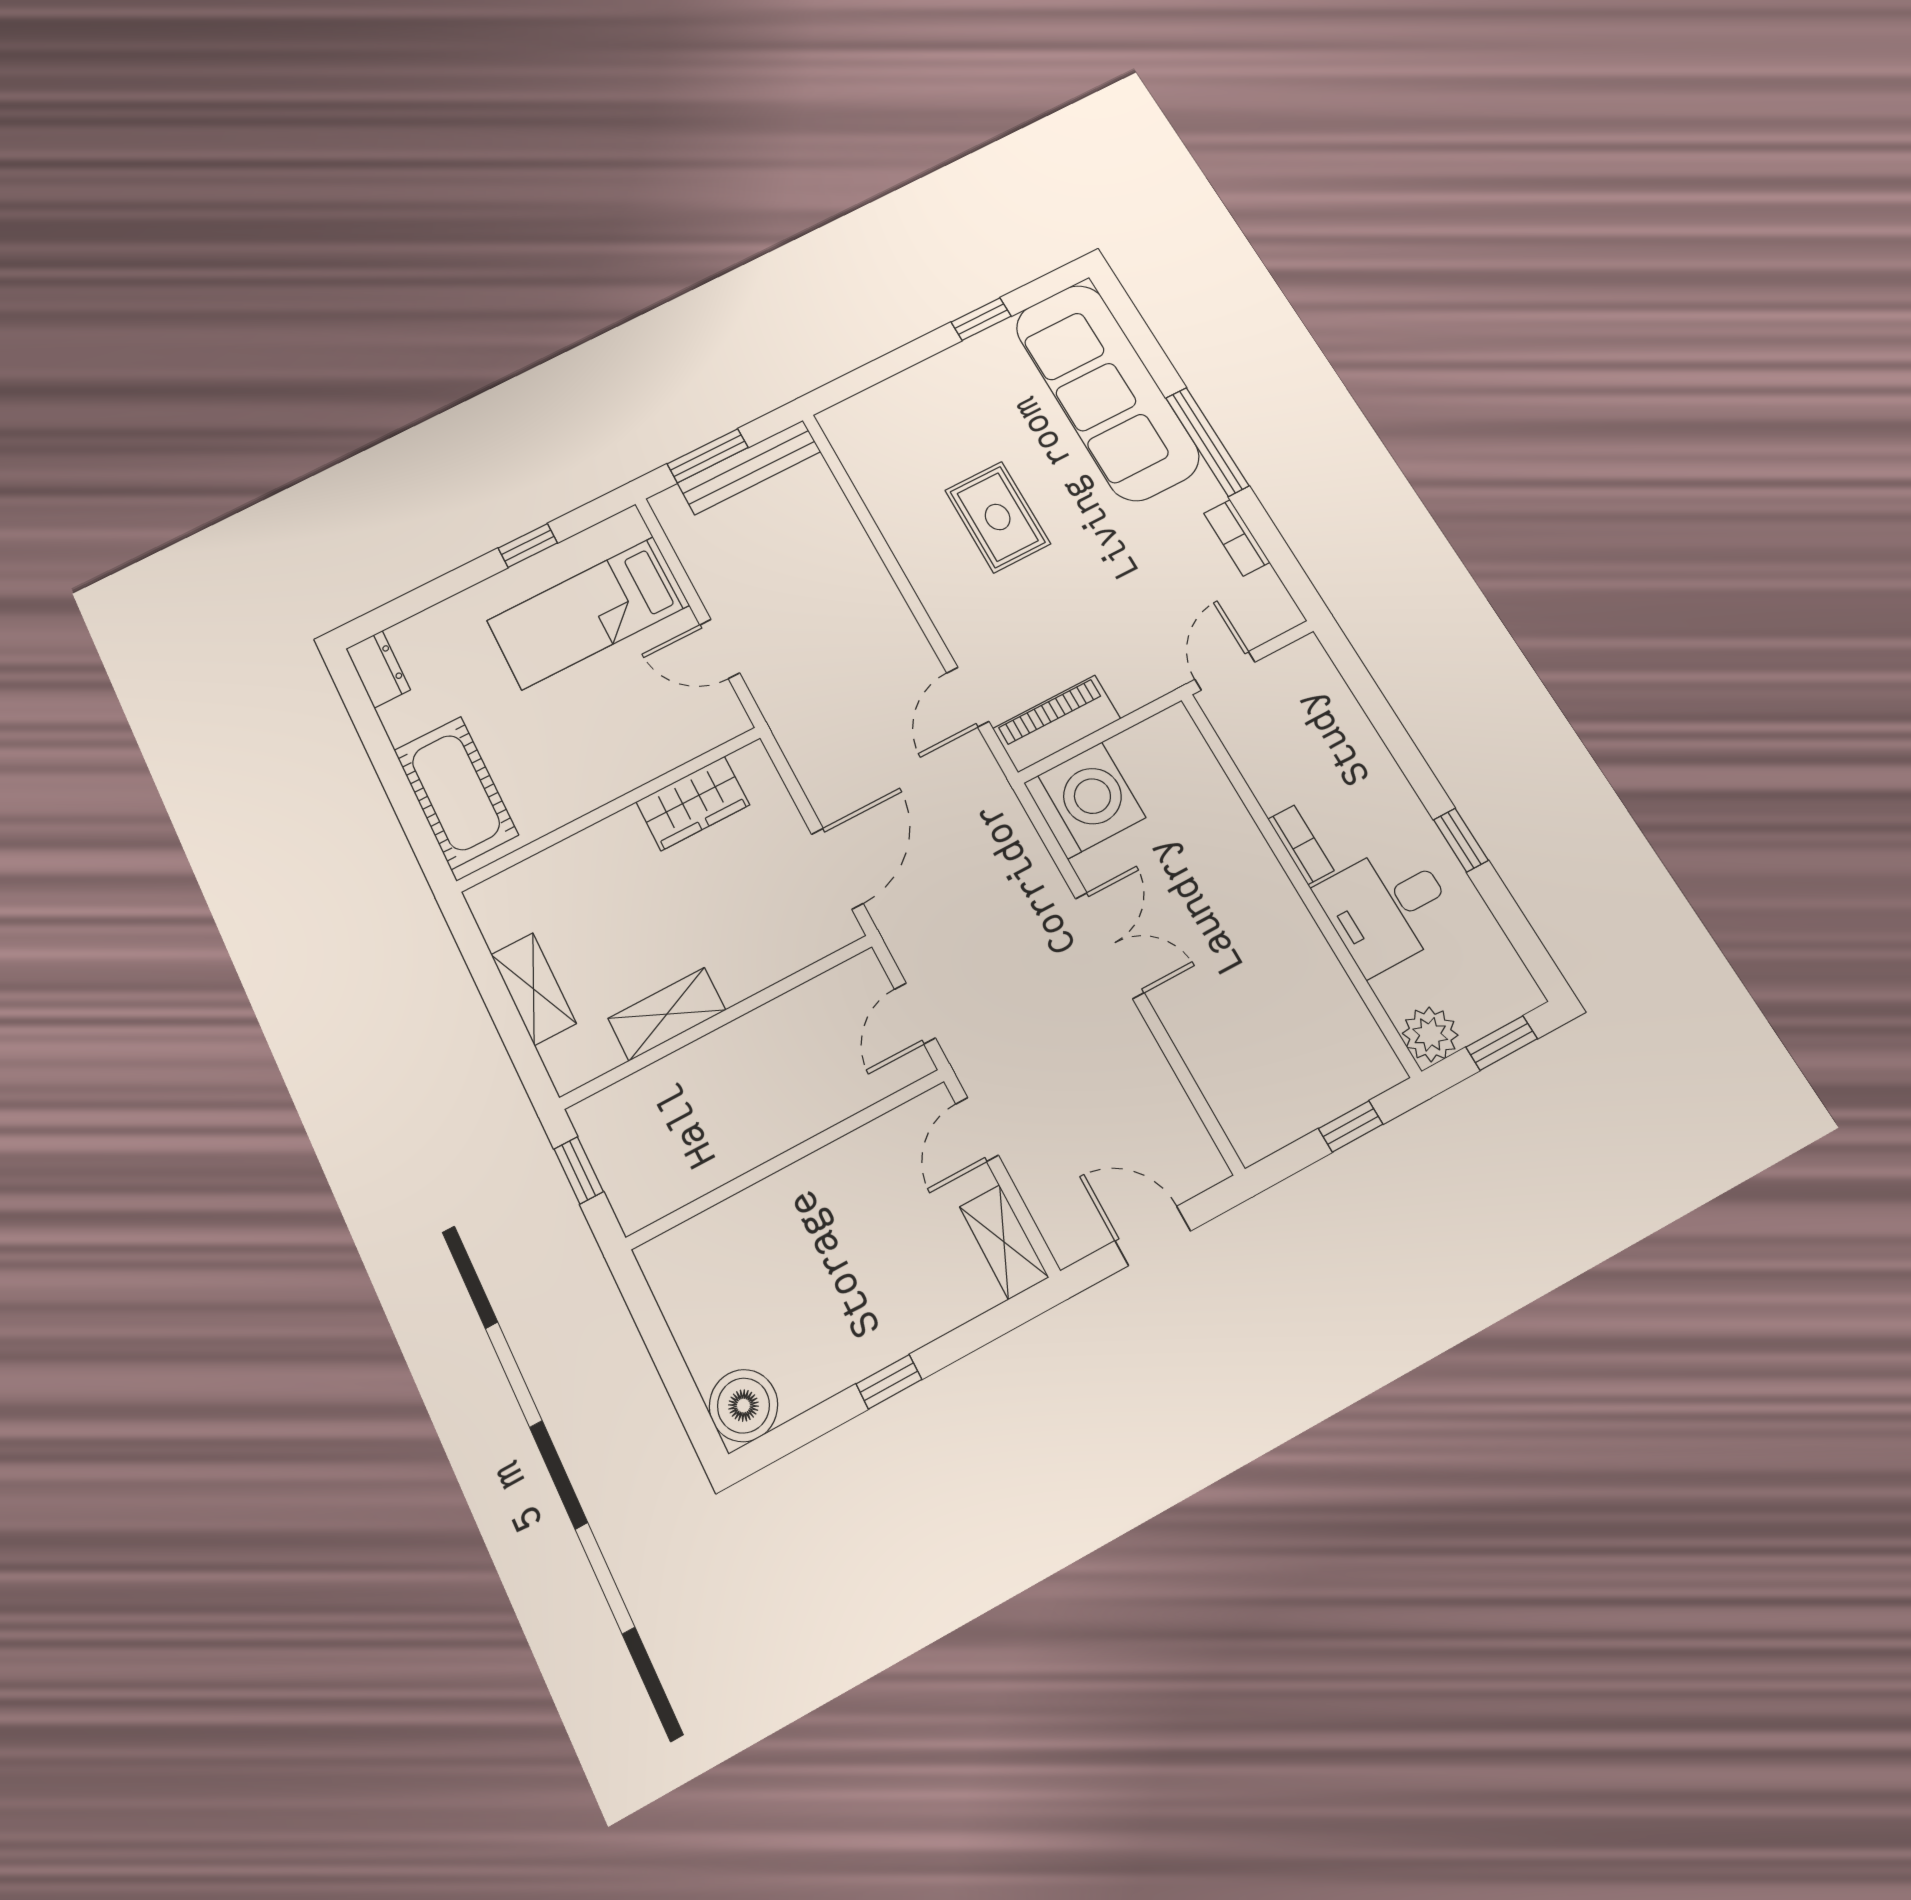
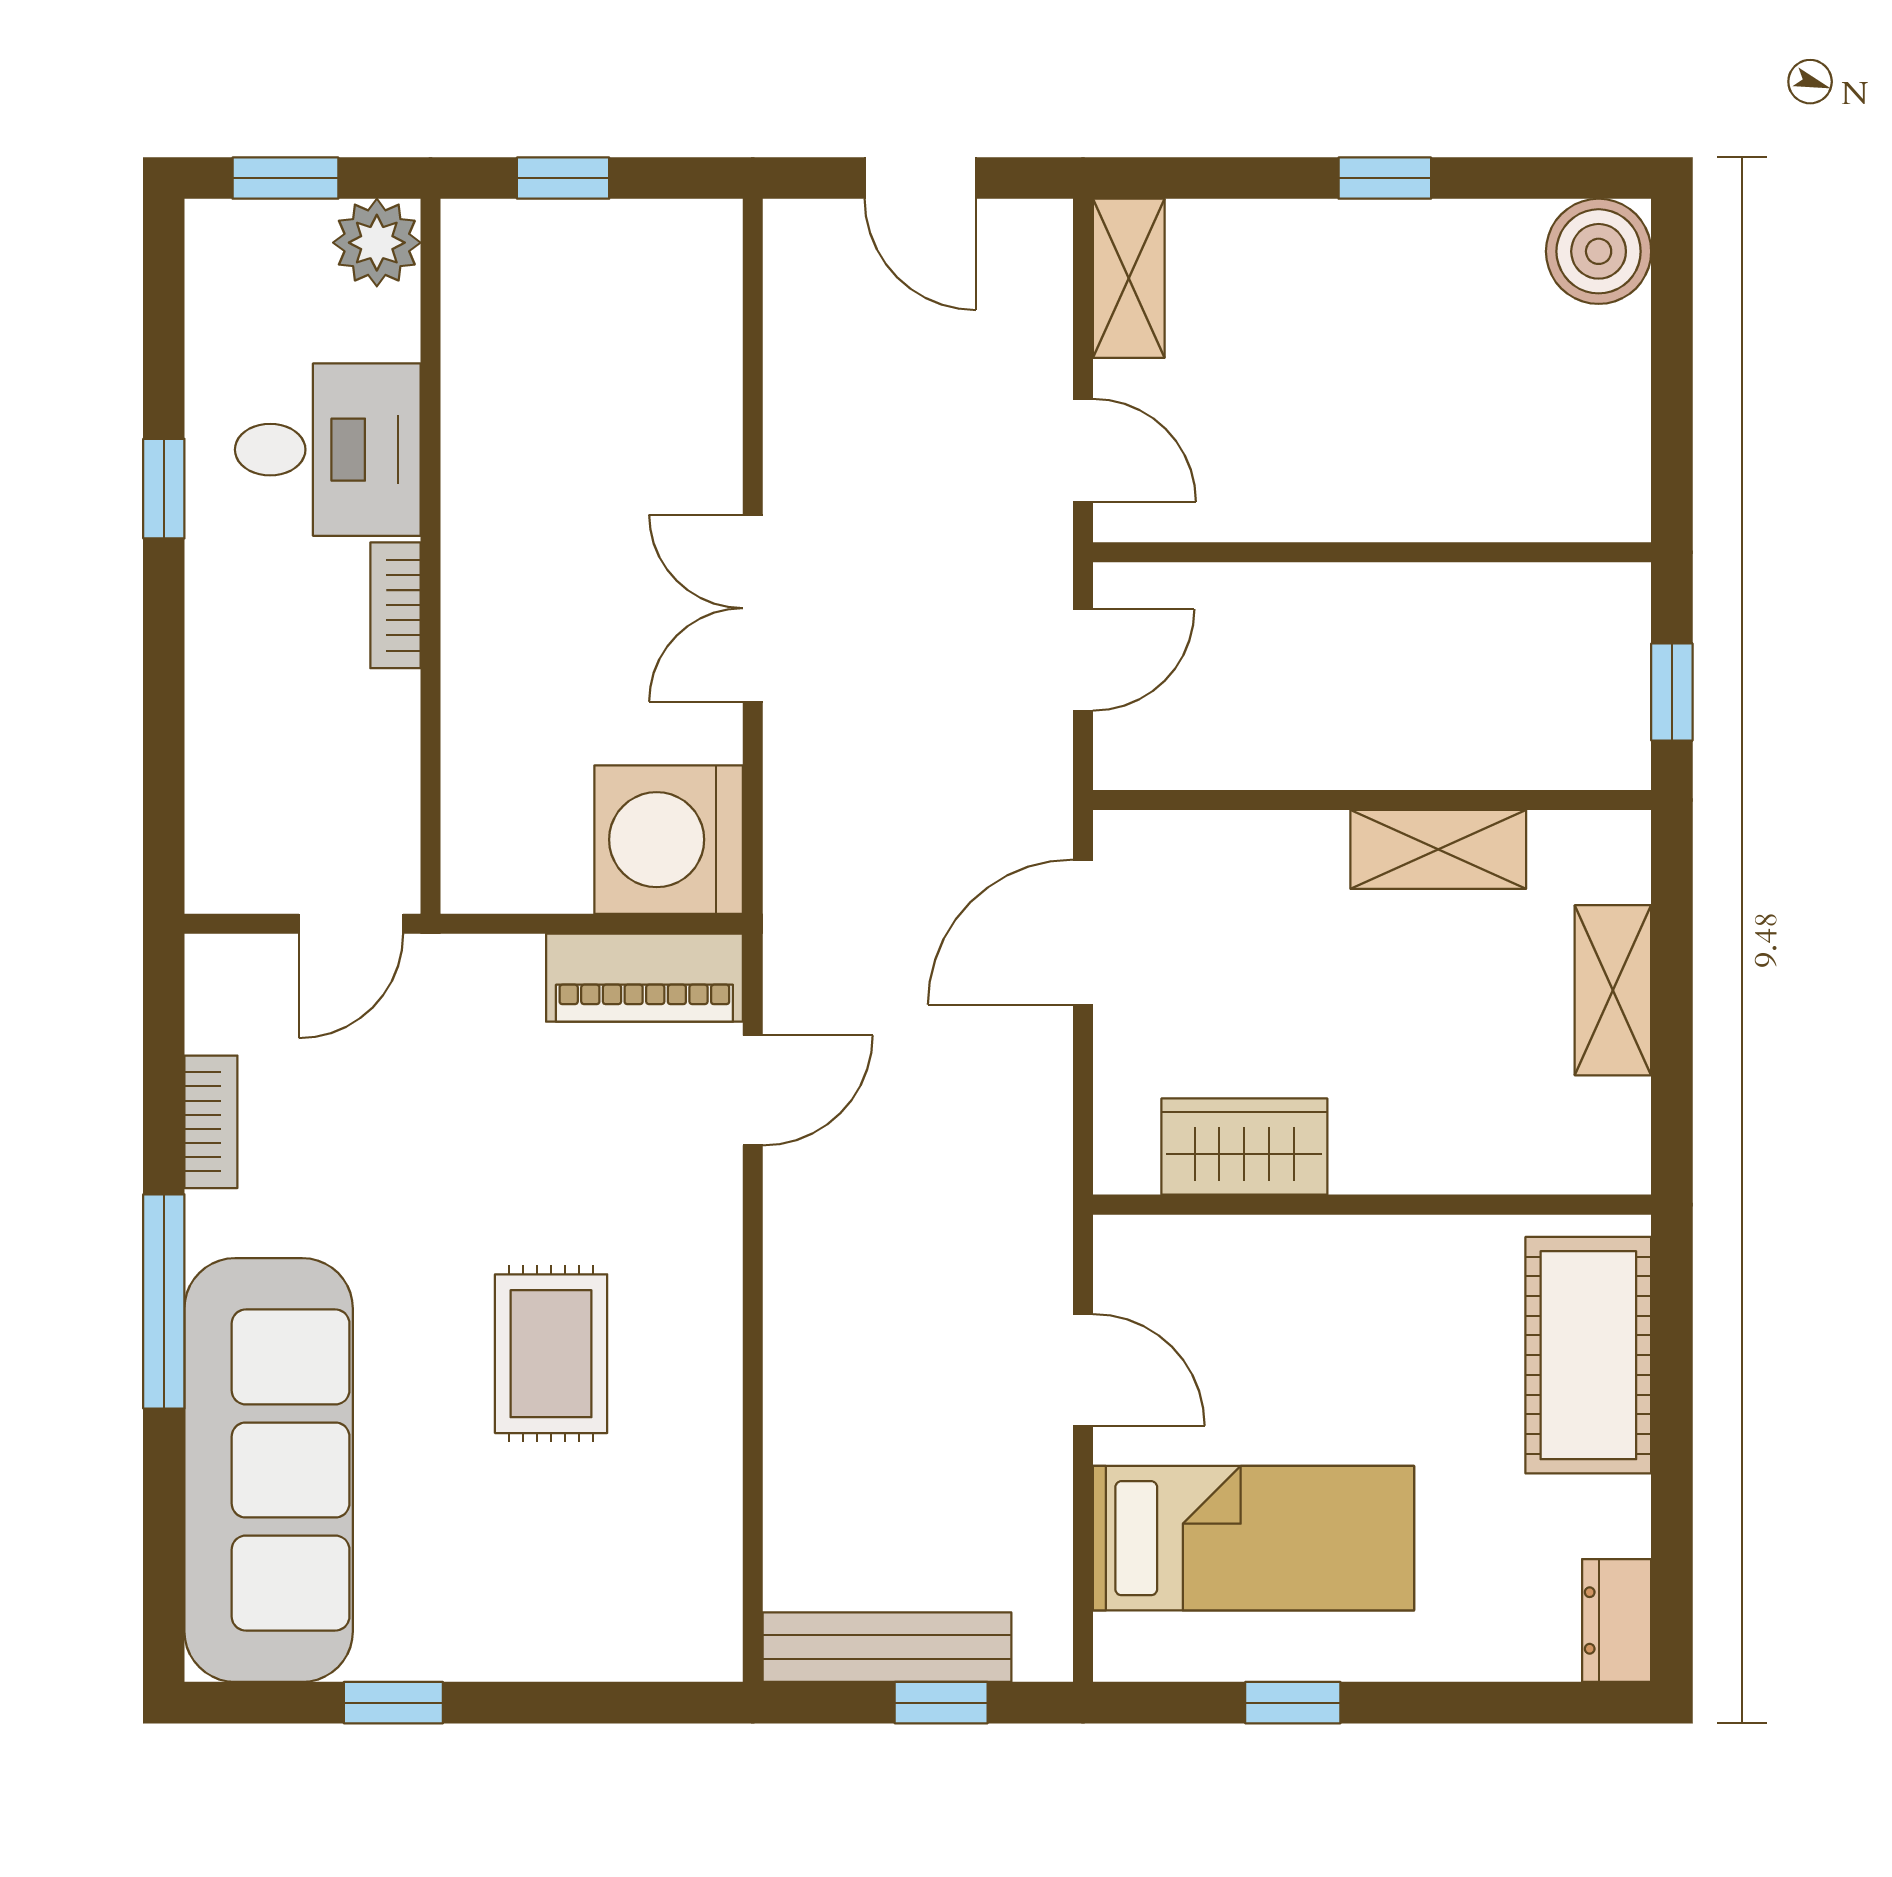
window: (708, 456) -> (941, 1703), width x0.67
door: (977, 1129) -> (1083, 450), hinge flipped

